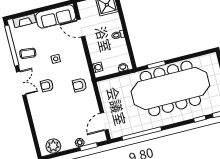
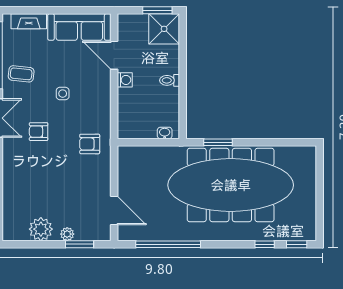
washing machine: (98, 67) -> (125, 80), moved
door: (104, 121) -> (114, 211), swing flipped
plant: (53, 146) -> (41, 229), moved

